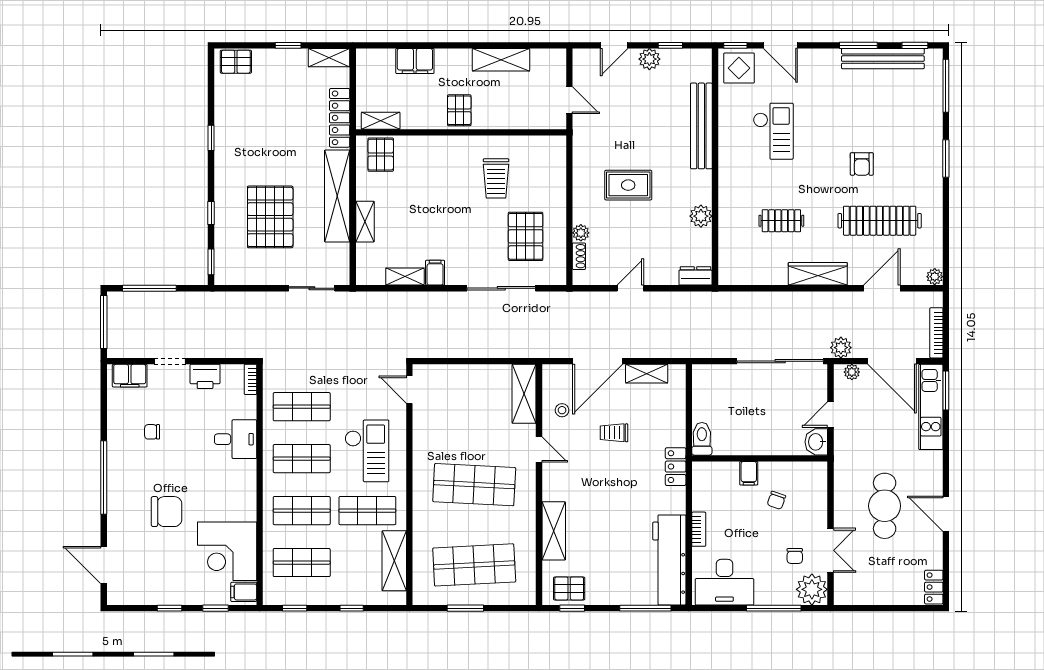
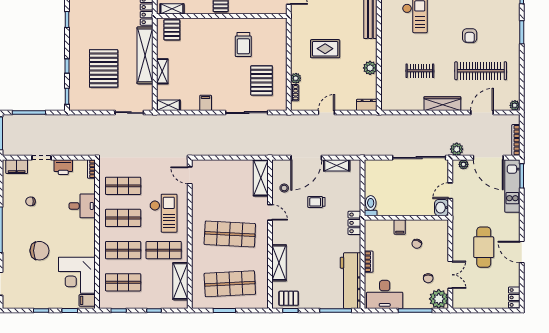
shelving: (405, 277) -> (168, 105), moved

